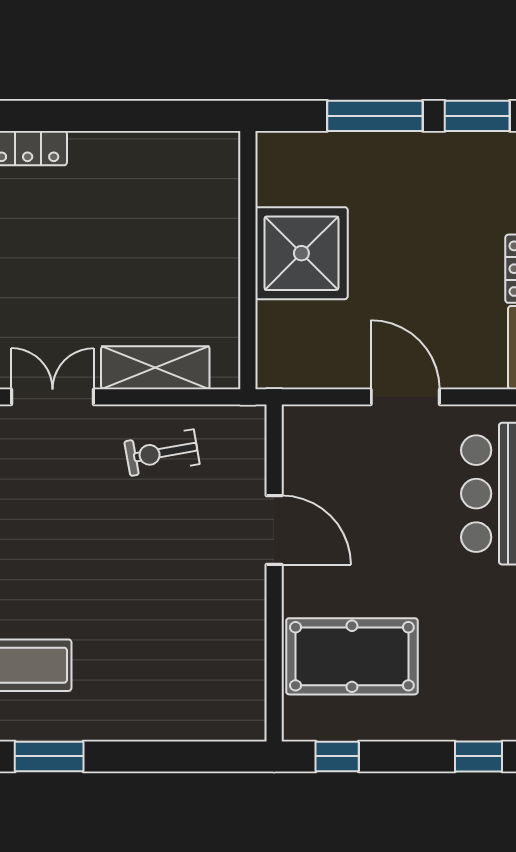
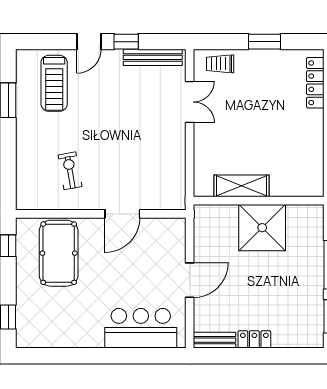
shelving: (155, 368) -> (242, 186), moved, turned 90
exercise bike: (162, 453) -> (70, 171), moved

